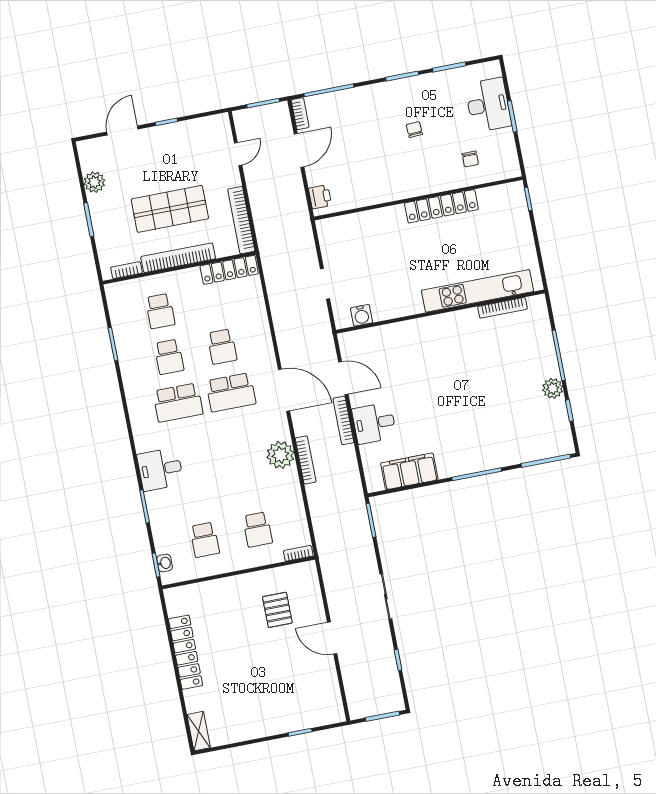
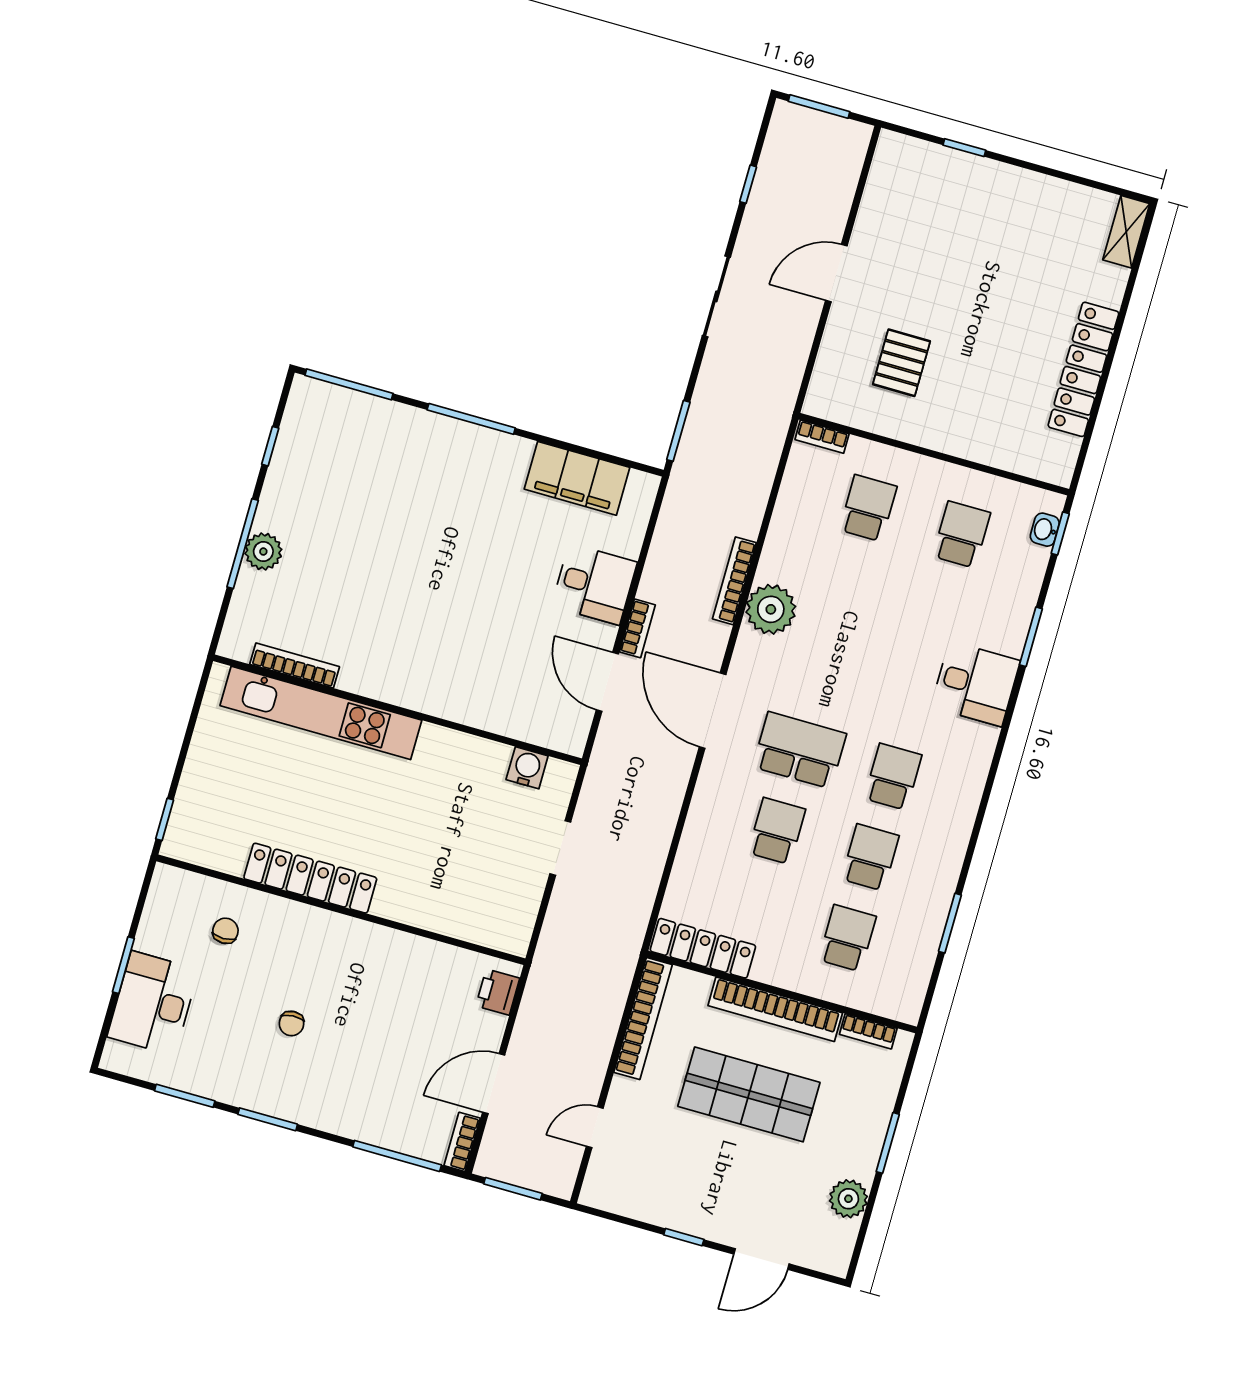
plant: (553, 388) -> (263, 551), moved
school desk: (178, 403) -> (893, 777), width x0.54
bookcase: (343, 420) -> (637, 628), width x0.64
door: (332, 638) -> (836, 273), swing flipped

